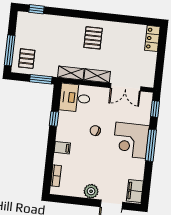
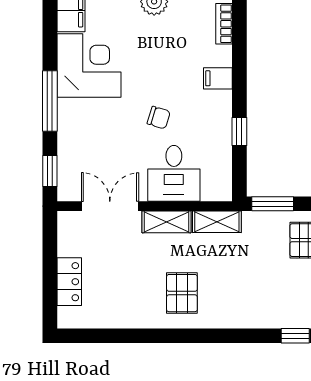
locker: (152, 38) -> (69, 282), moved
desk: (75, 98) -> (174, 173), moved, turned 90
corner desk: (131, 140) -> (89, 66), moved

